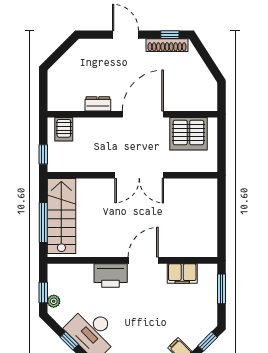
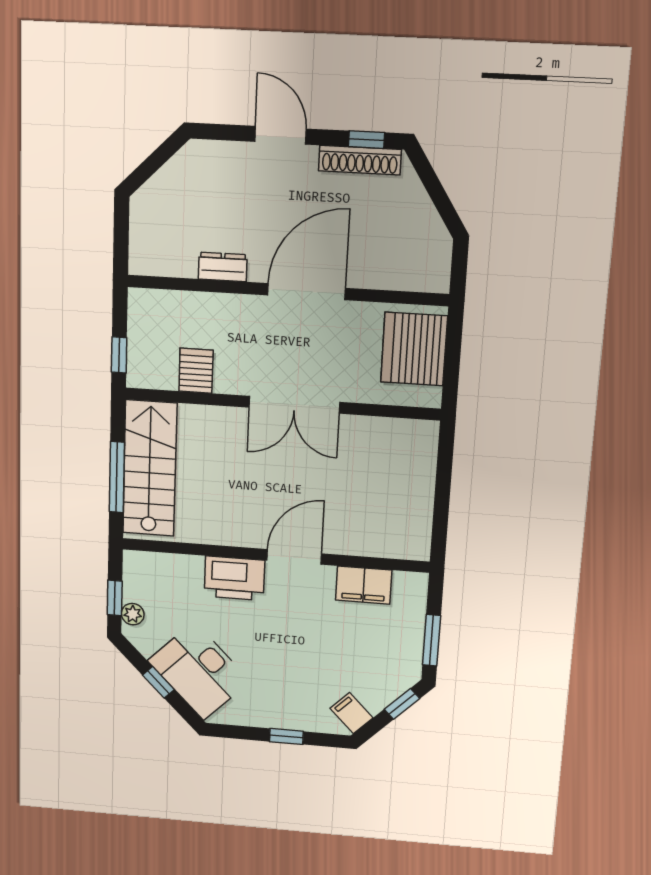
server rack: (64, 129) -> (196, 371), moved, turned 180
server rack: (188, 134) -> (414, 349), moved, turned 90
window: (222, 289) -> (432, 640), moved

